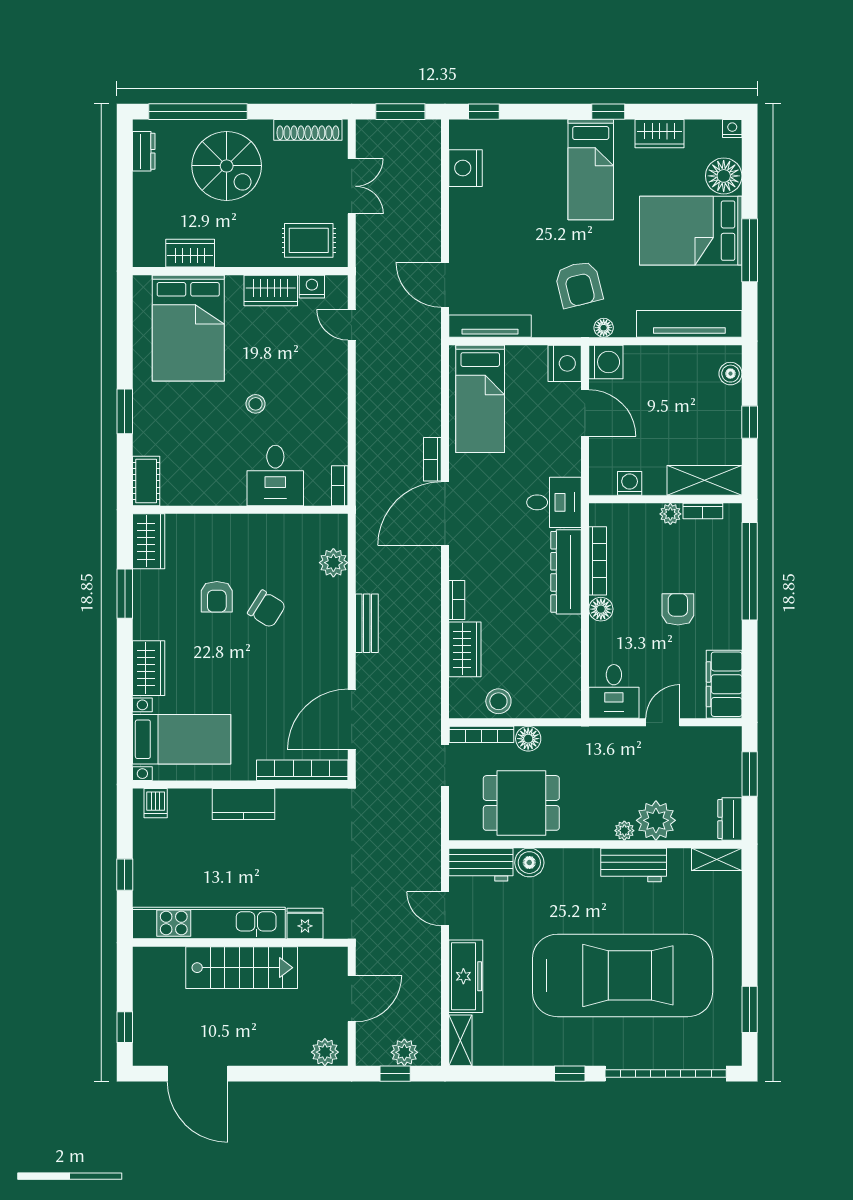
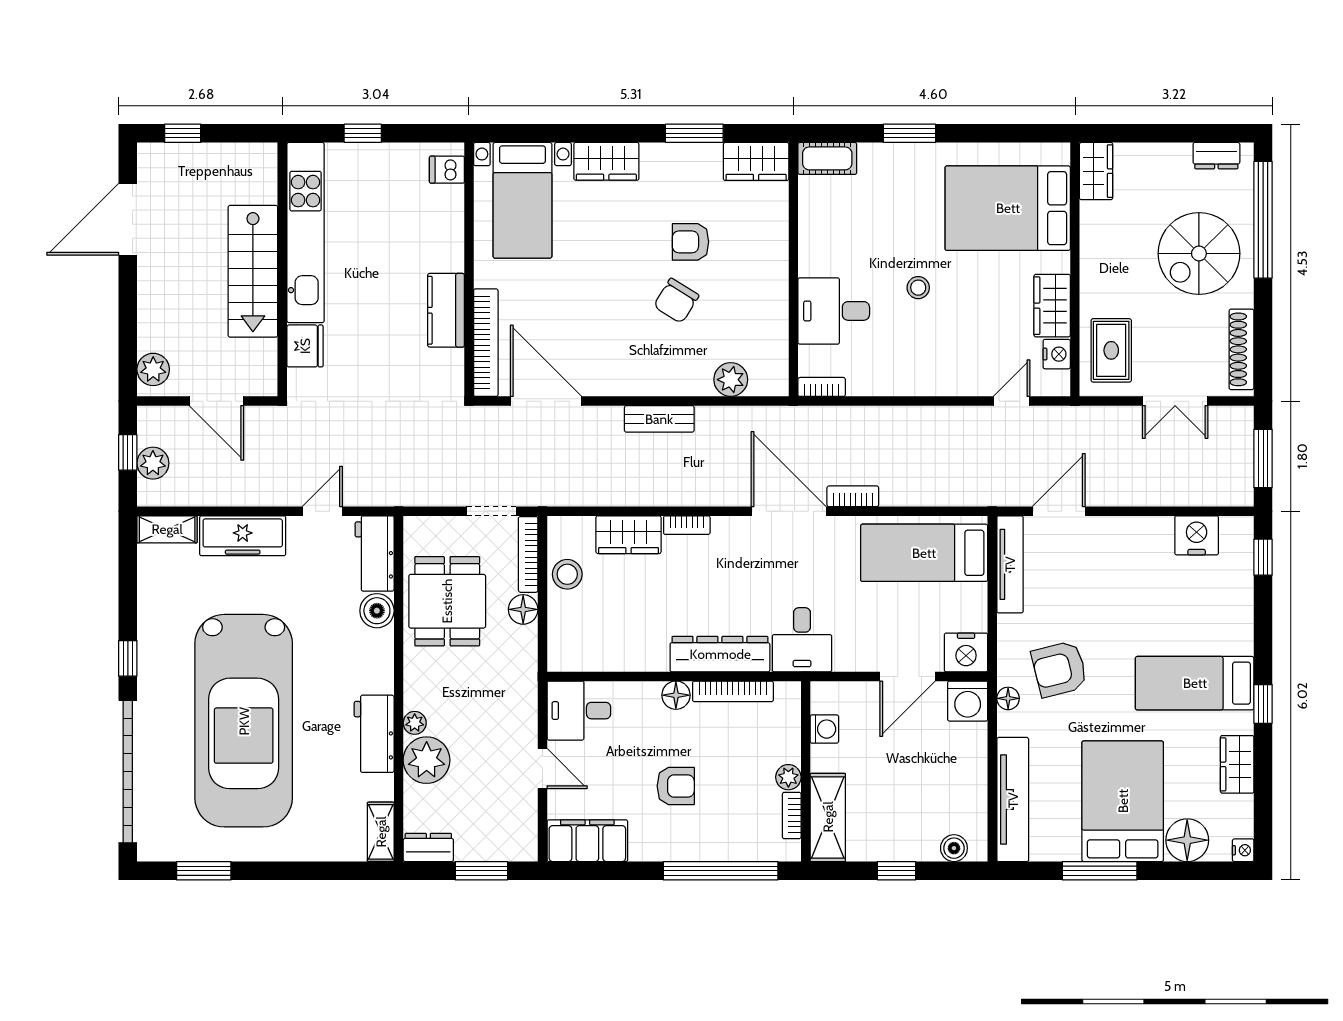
wardrobe: (190, 253) -> (1096, 171), moved
kitchen counter: (243, 804) -> (446, 310), moved

